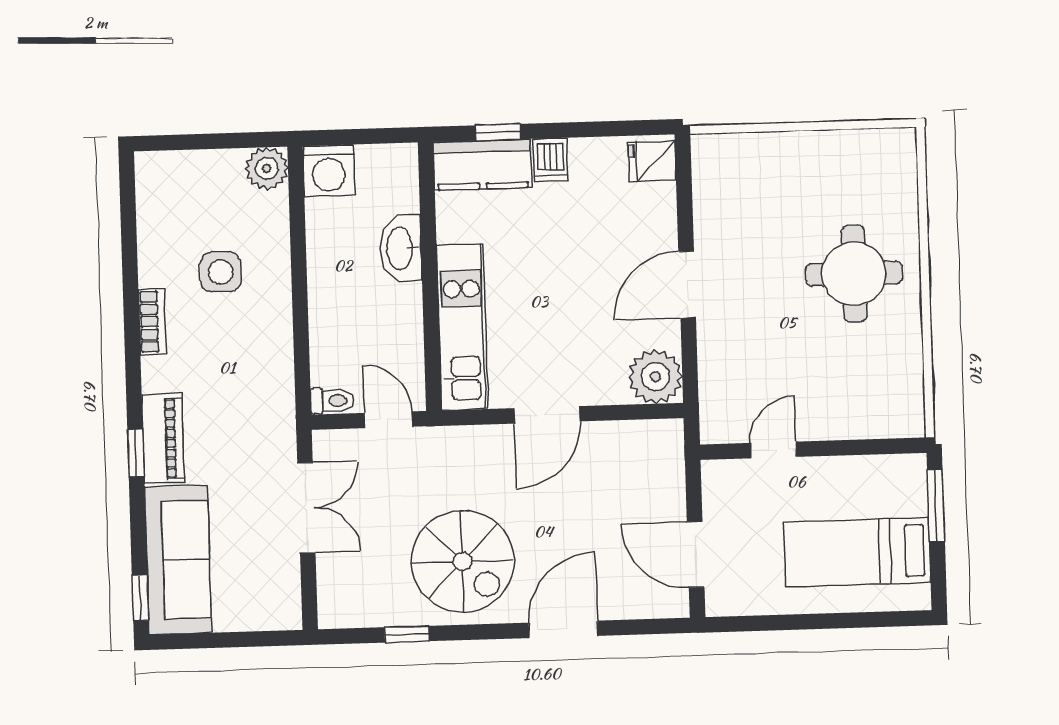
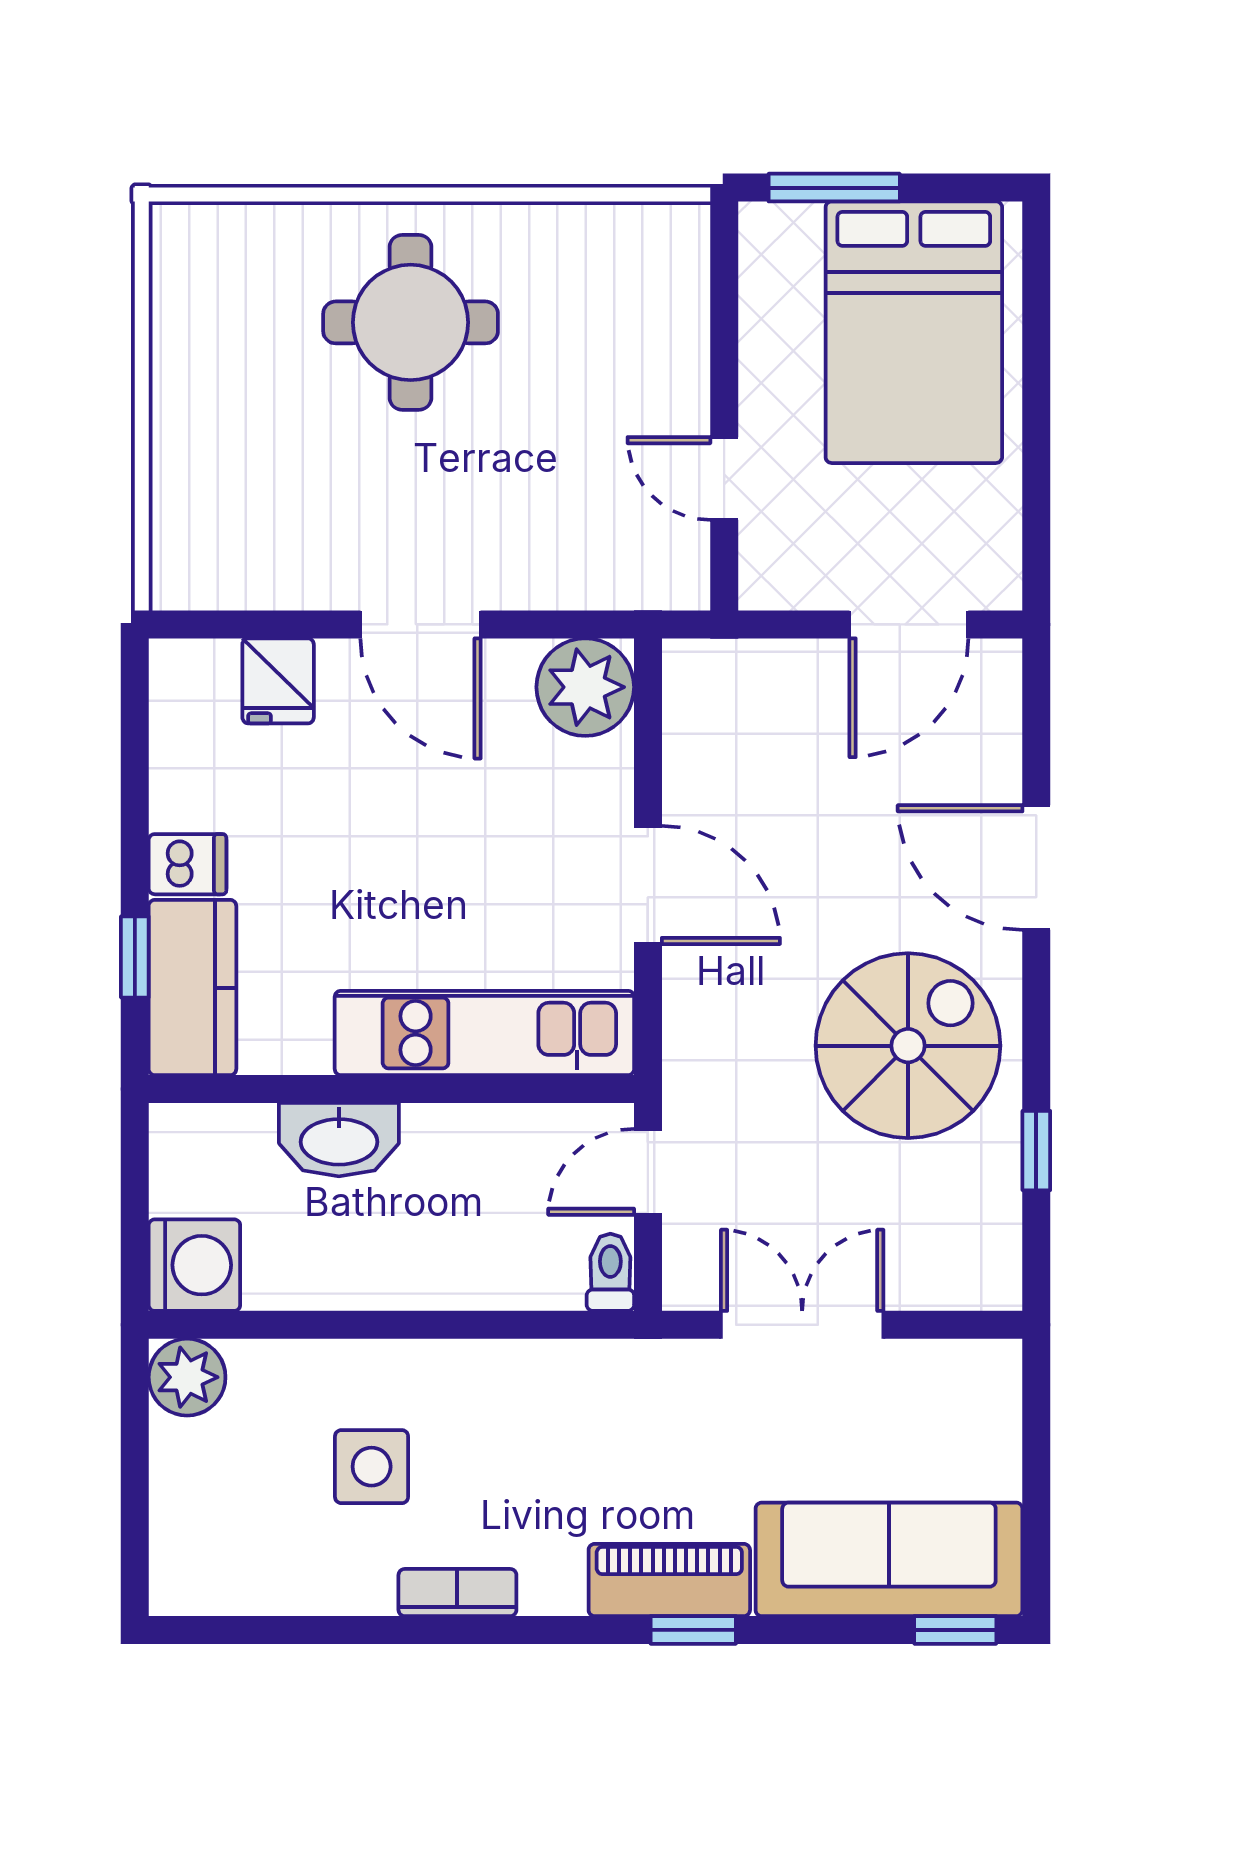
fridge: (652, 161) -> (278, 681), moved
bed: (857, 552) -> (914, 332), width x1.50

